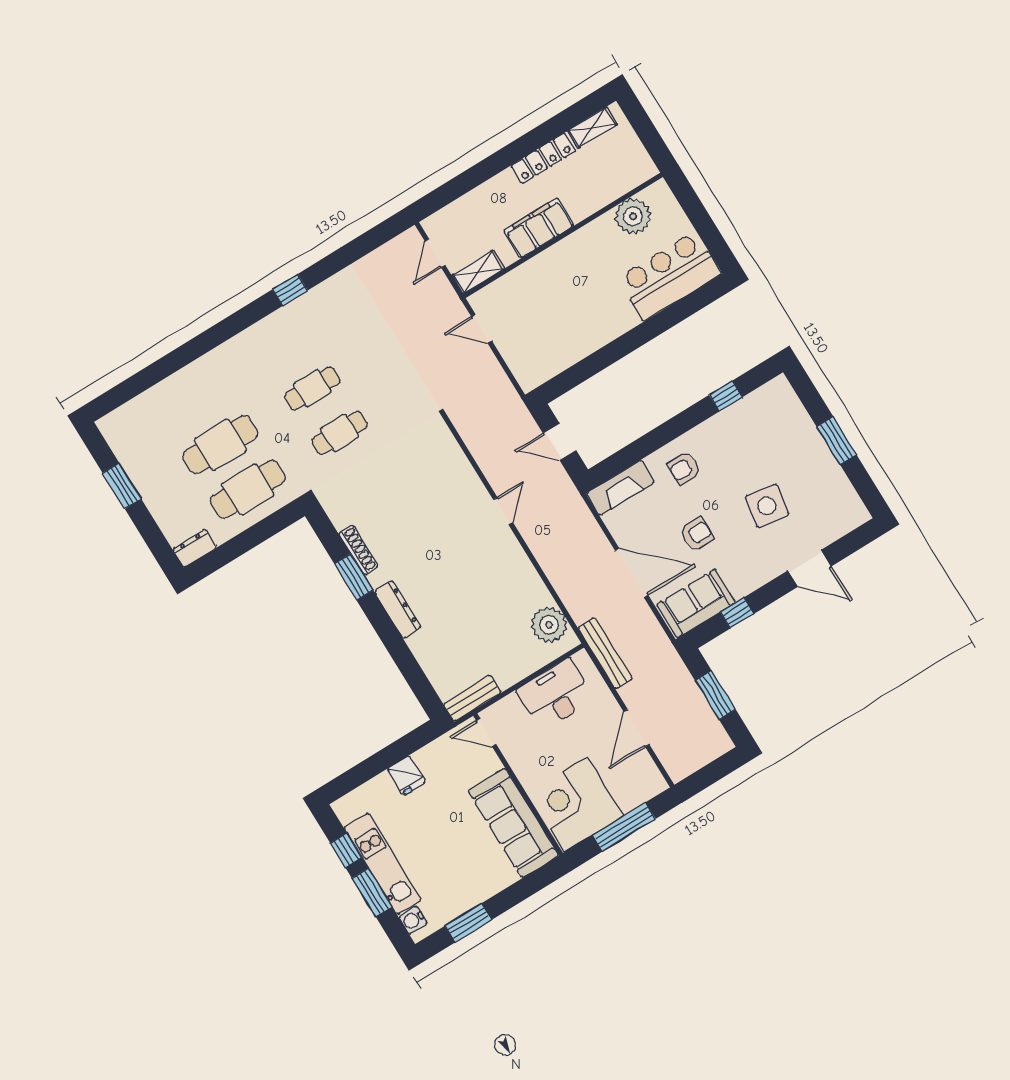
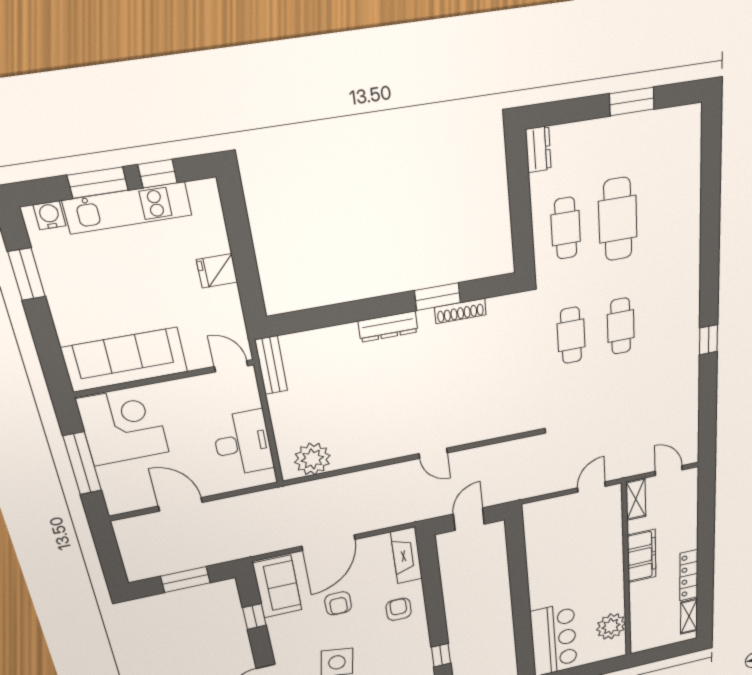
cafe table: (248, 489) -> (566, 228), width x0.73, depth x0.74
bench: (605, 653) -> (264, 499), removed
door: (486, 732) -> (231, 366), hinge flipped

